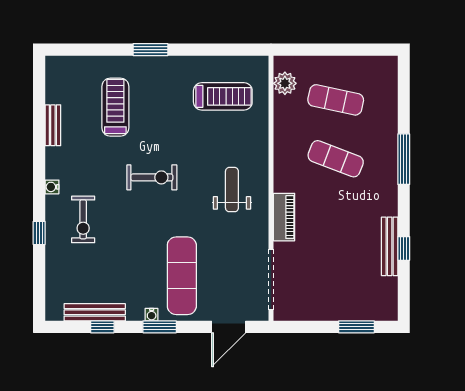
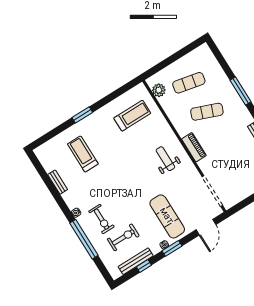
exercise bike: (152, 177) -> (123, 237), moved
piano: (284, 217) -> (194, 147), moved
window: (39, 233) -> (84, 239), width x3.17

